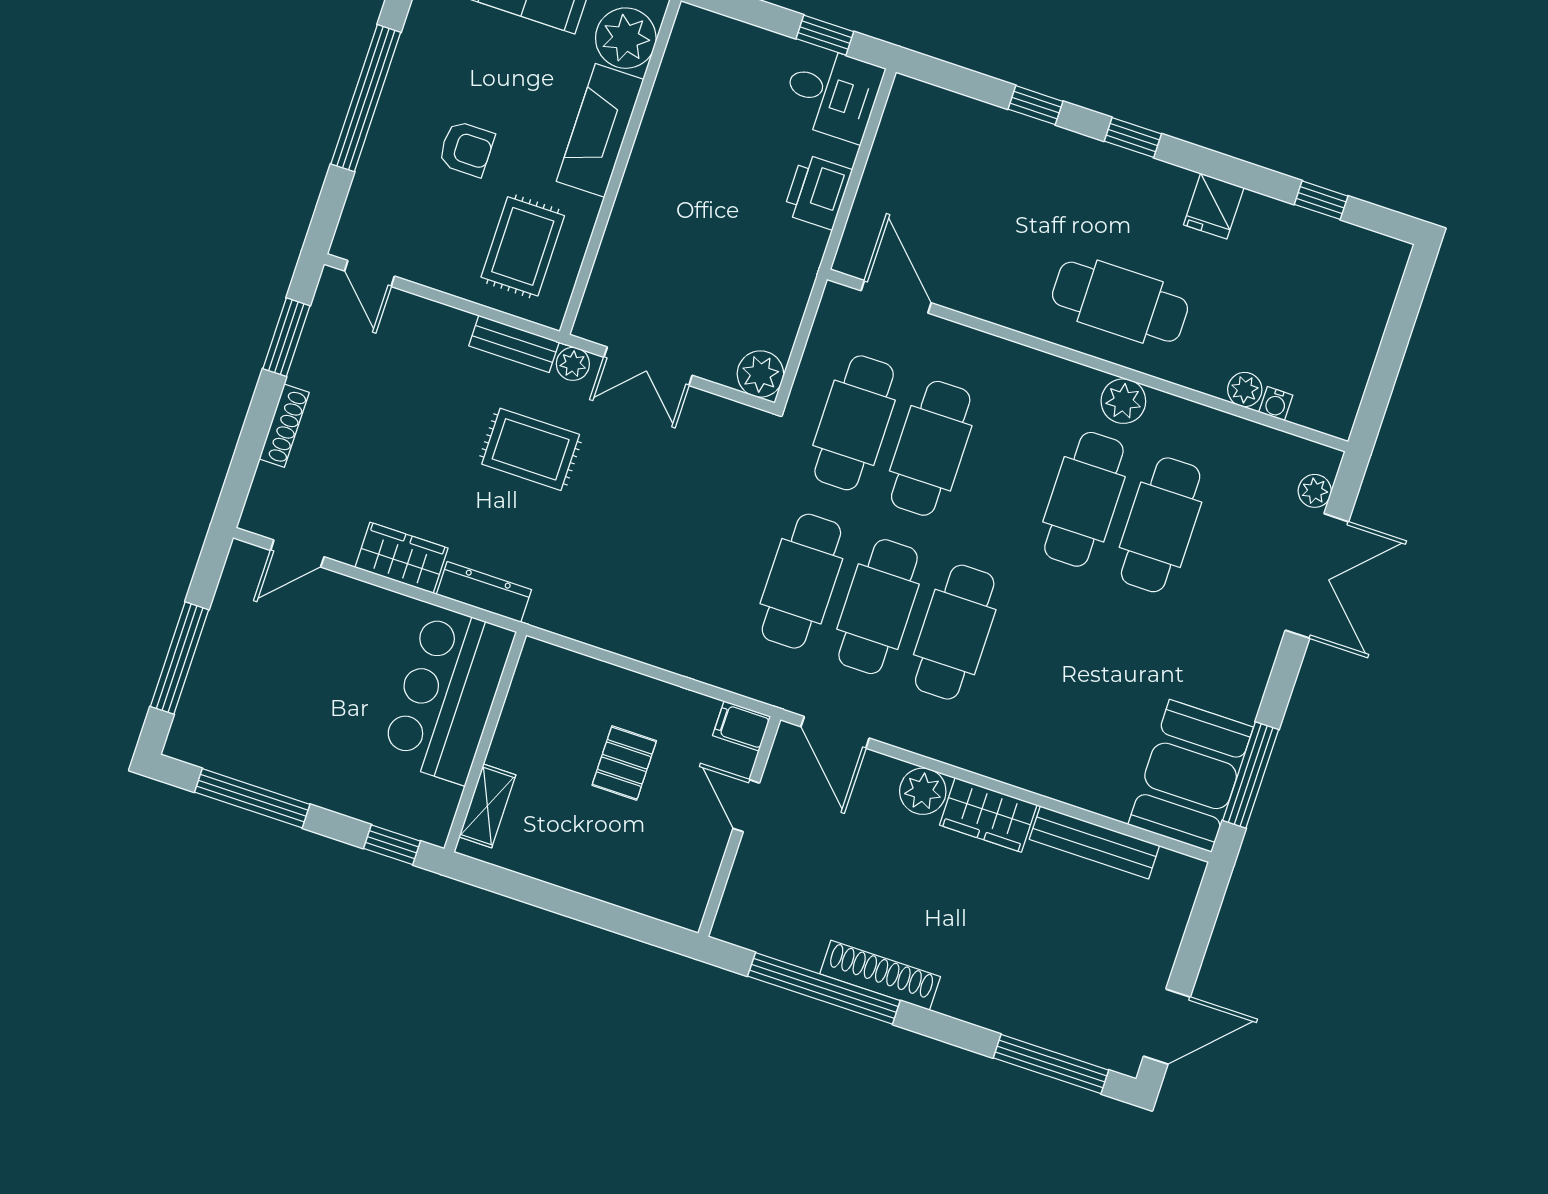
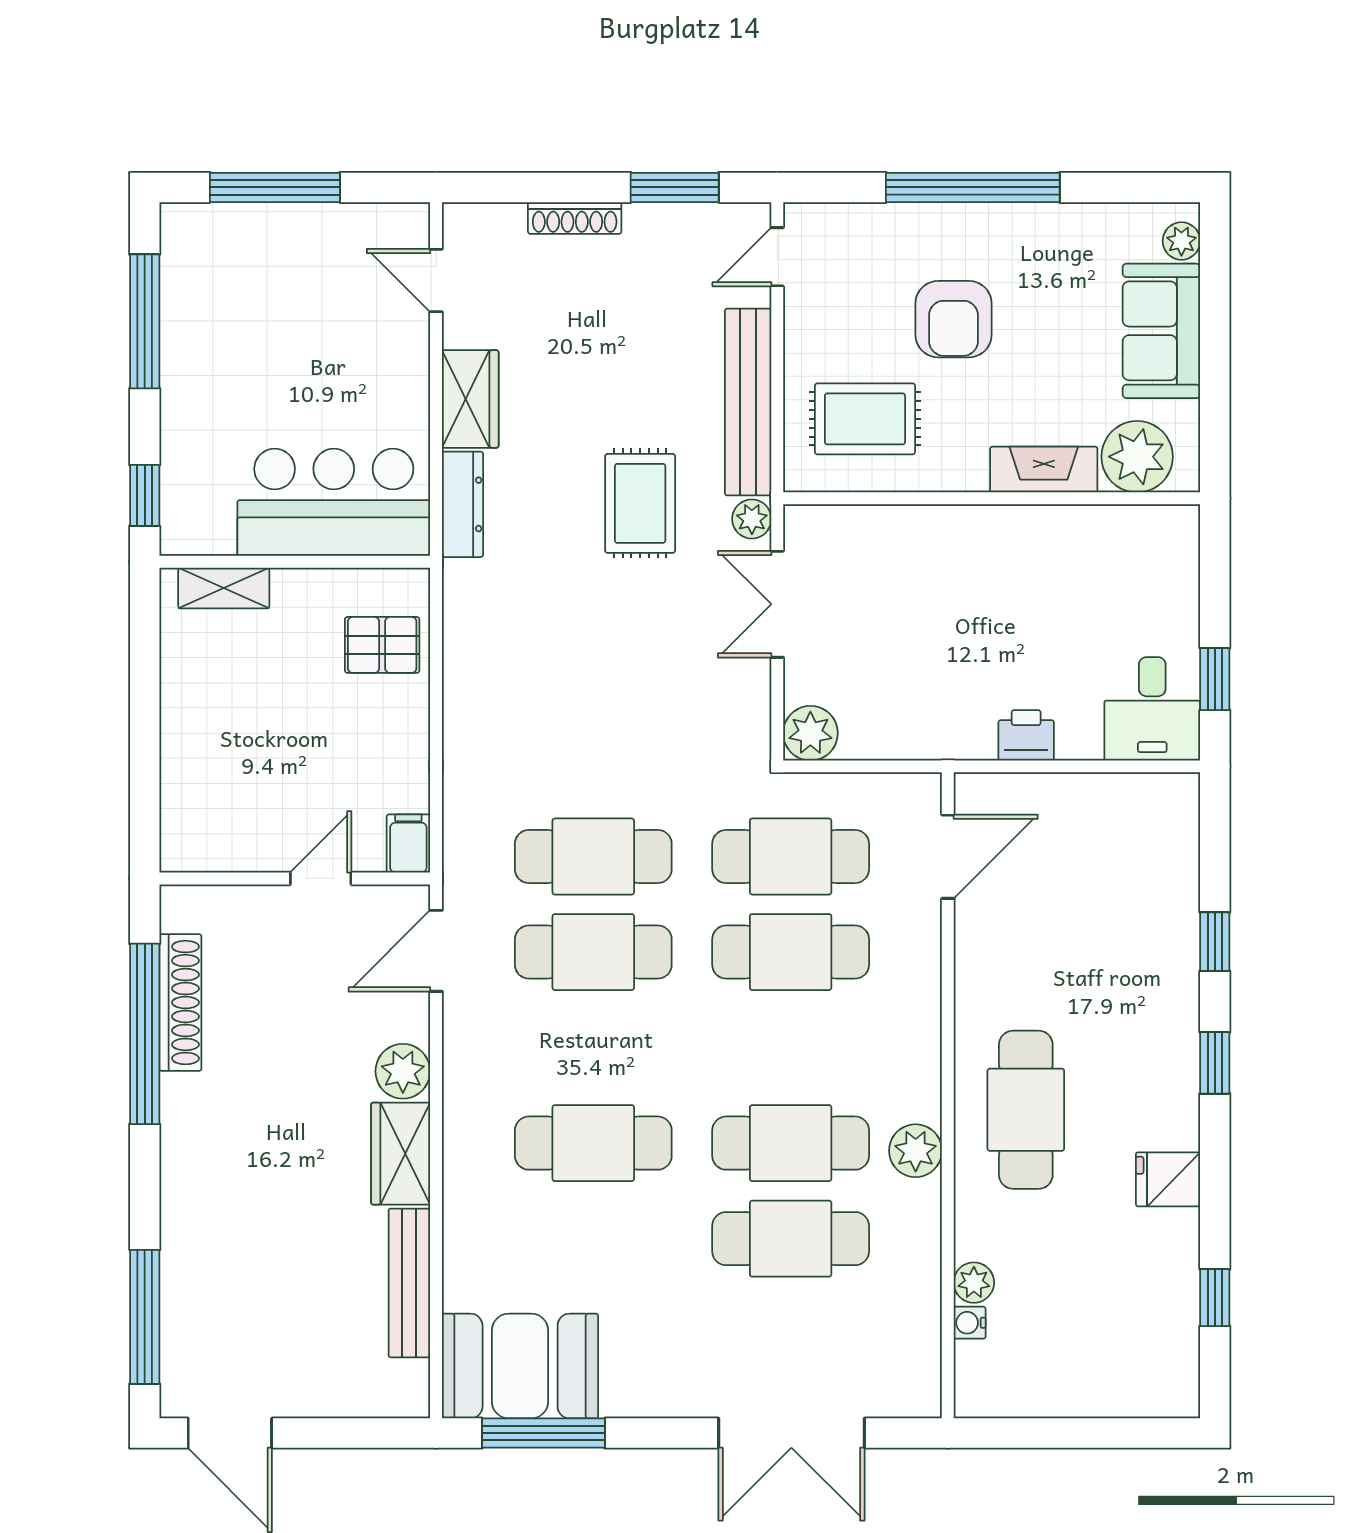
fireplace: (600, 130) -> (1044, 470), width x0.73, depth x0.76
armchair: (466, 149) -> (954, 319), width x1.38, depth x1.38
printer: (817, 192) -> (1026, 735), width x0.73, depth x0.81
bench: (514, 344) -> (748, 402), width x1.86, depth x1.21
plant: (1315, 491) -> (886, 1399), removed
cafe table: (955, 632) -> (593, 1143), moved
pallet: (624, 763) -> (382, 645), moved
shoe rack: (880, 975) -> (180, 1003), moved

